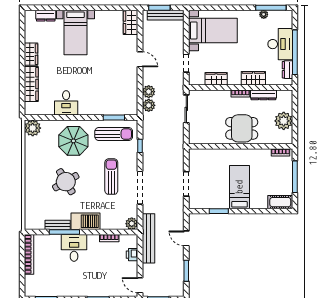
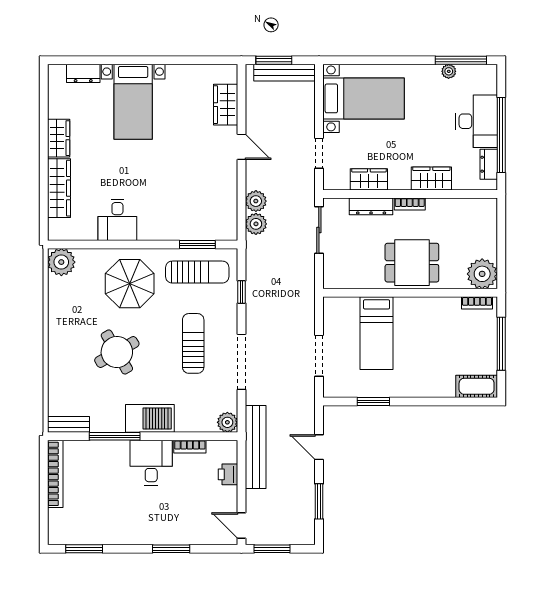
wardrobe: (131, 22) -> (226, 105), moved
dresser: (263, 95) -> (371, 206), moved
plant: (284, 121) -> (482, 274), moved
bed: (239, 187) -> (377, 333), moved, turned 180
bench: (58, 225) -> (68, 424), moved
desk: (74, 248) -> (151, 463), moved

